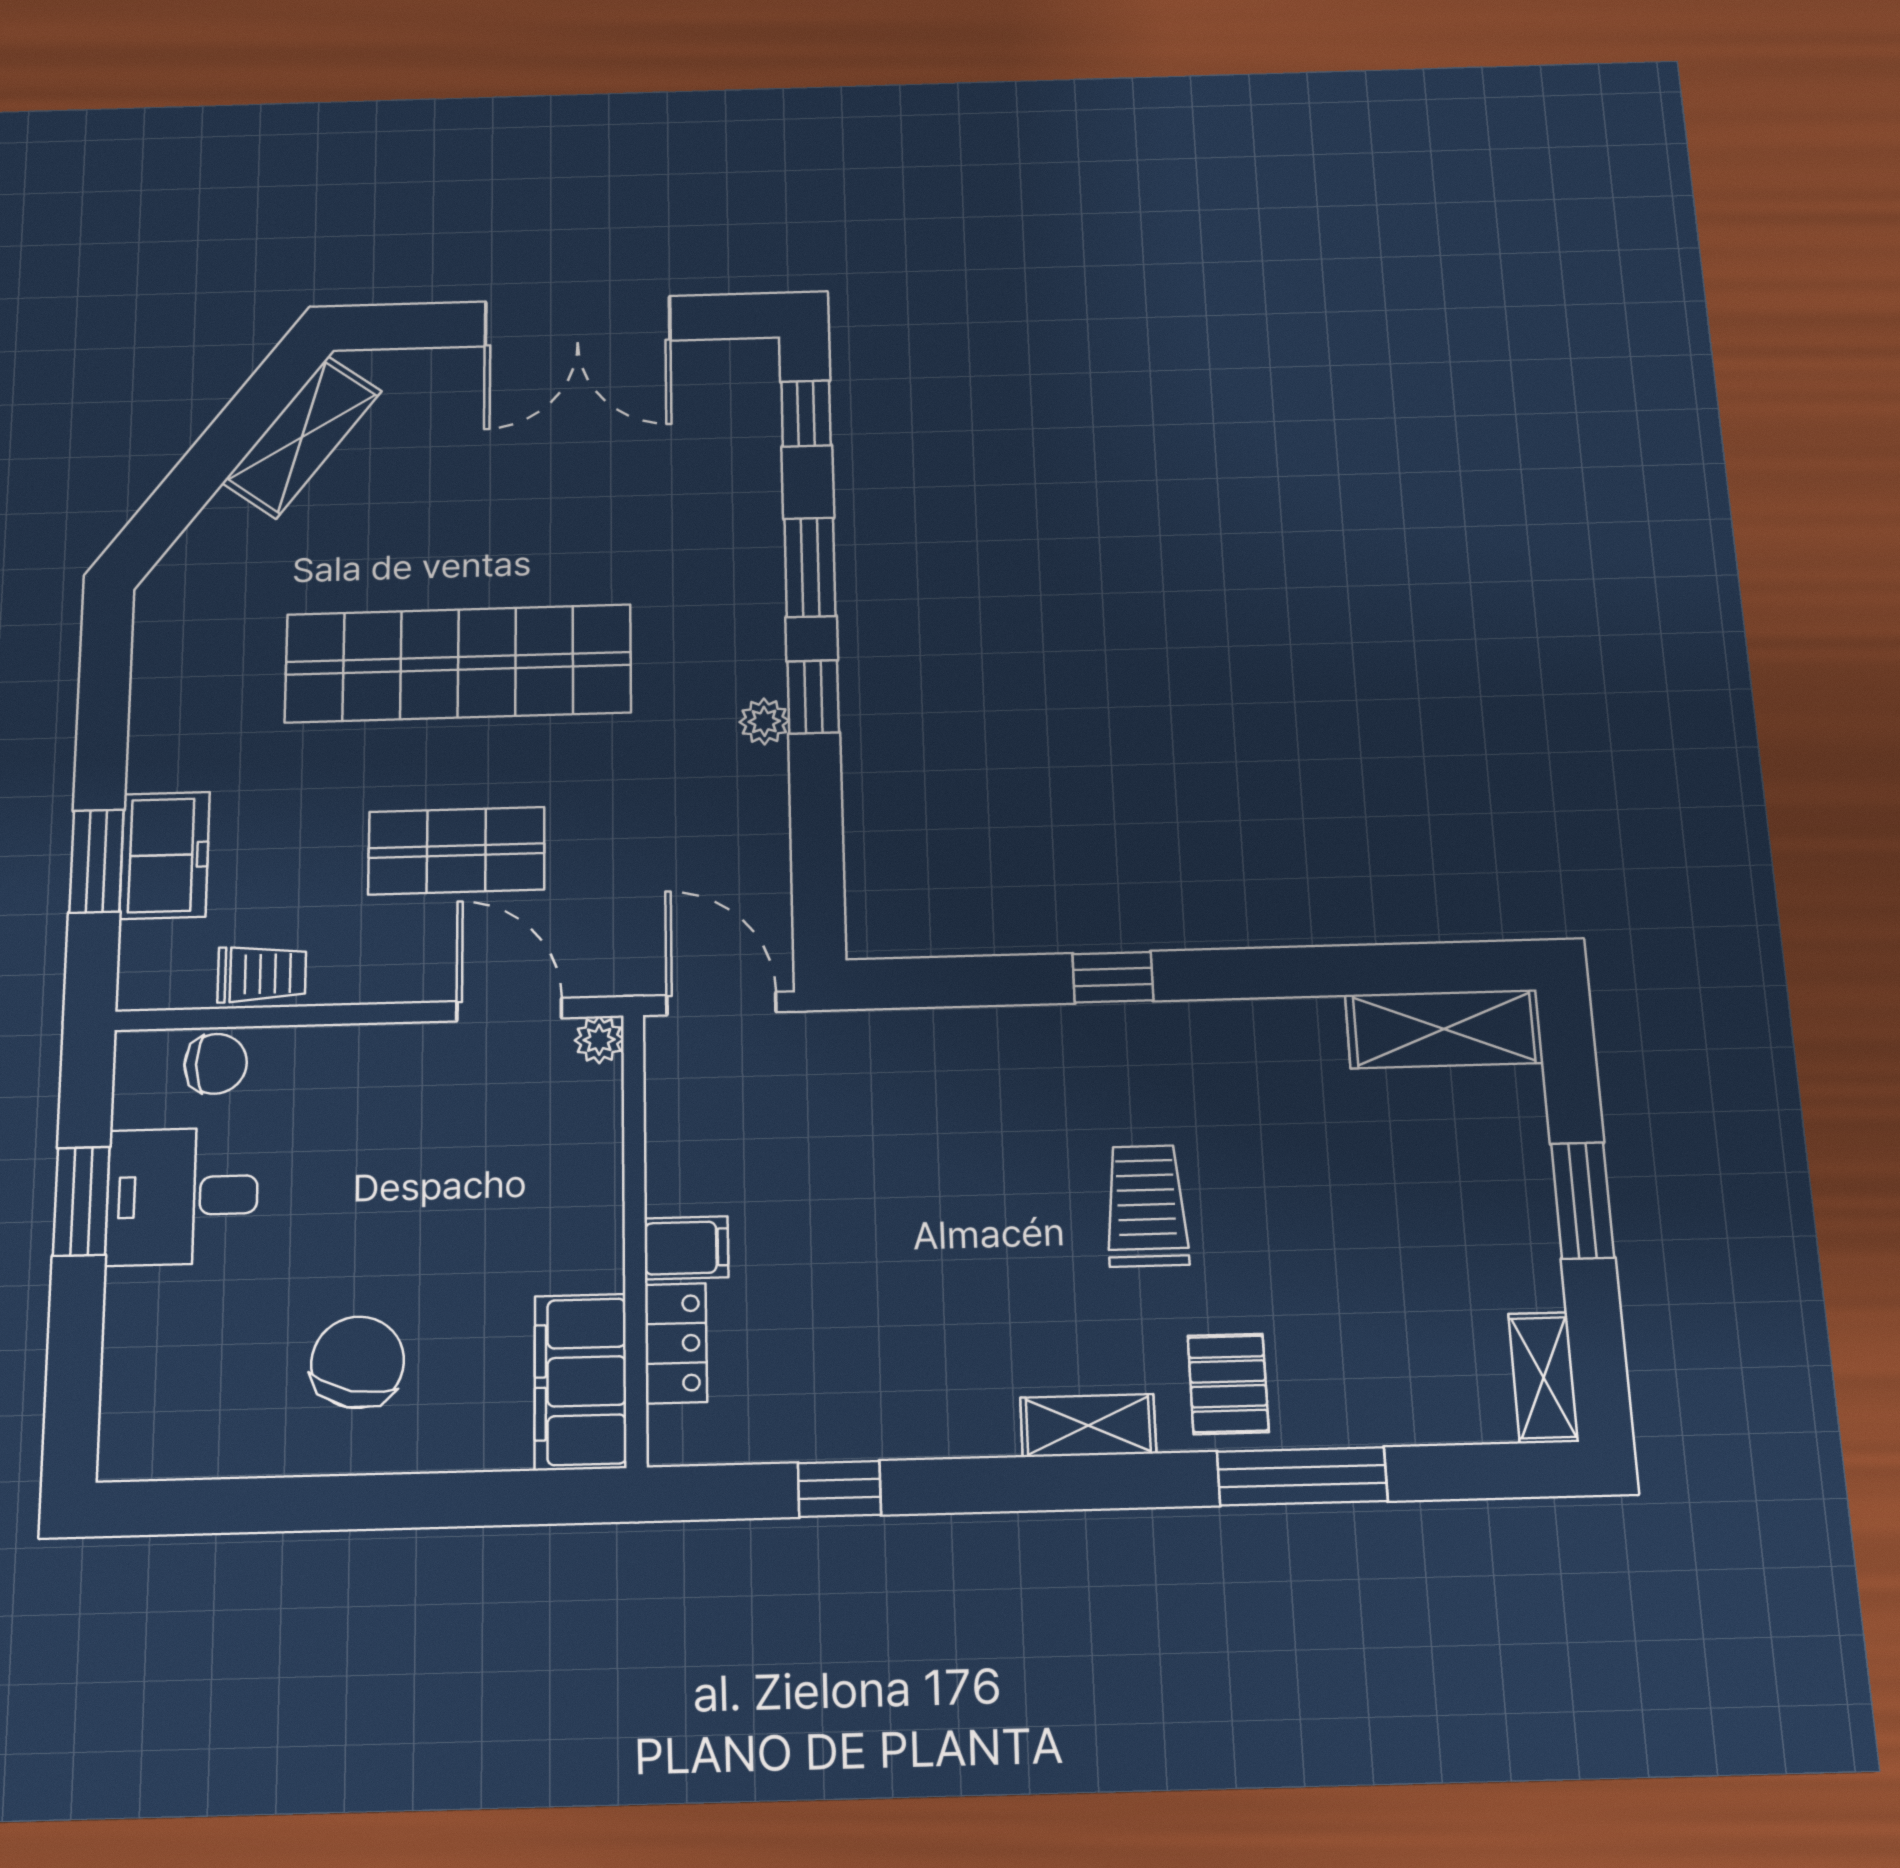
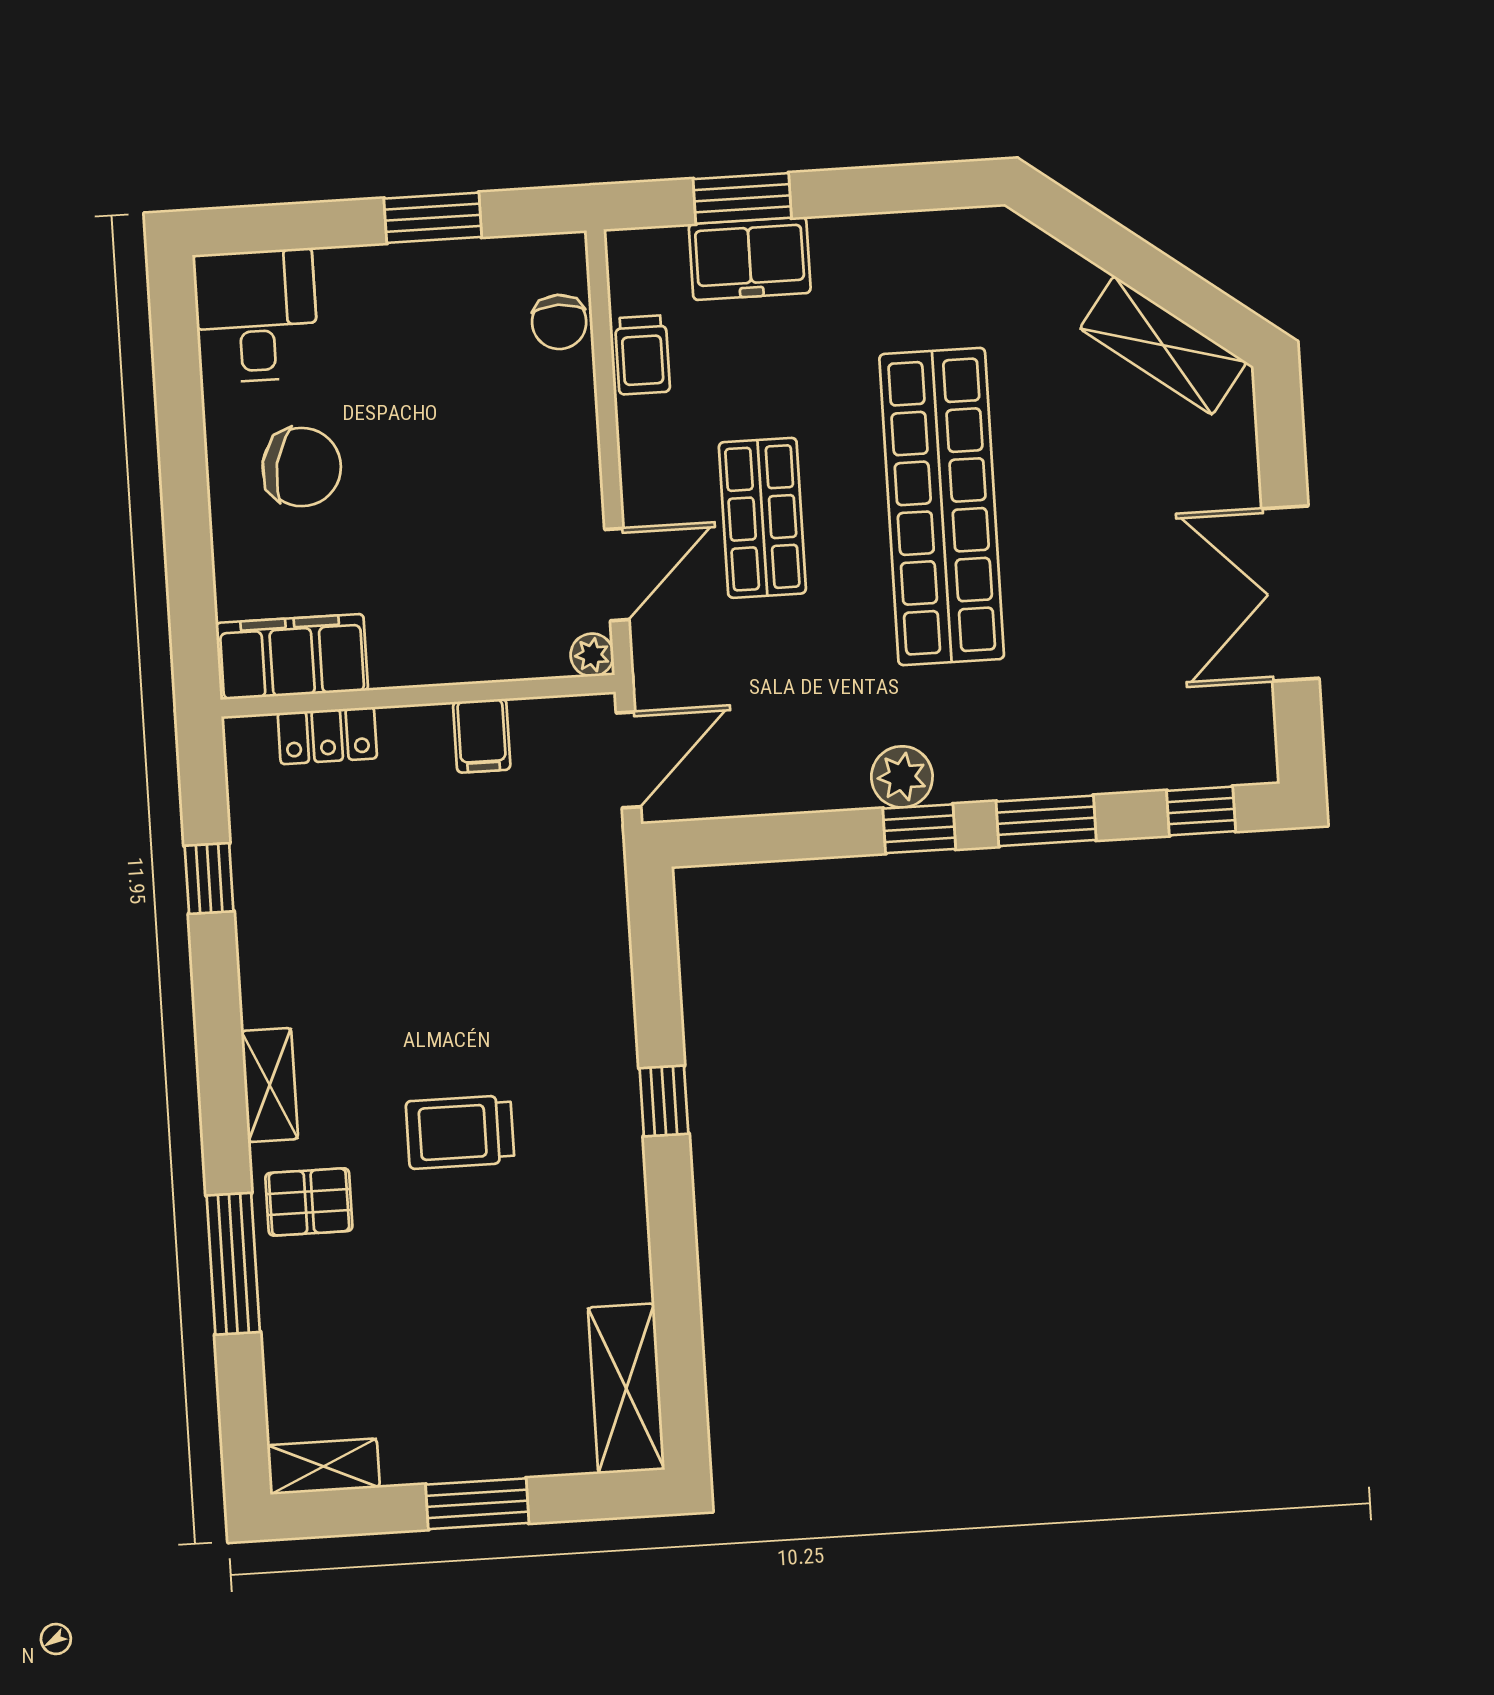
plant: (764, 721) -> (902, 777), width x1.38, depth x1.38
desk: (182, 1196) -> (256, 316), moved
trolley: (1146, 1206) -> (460, 1132), turned 180
filing cabinet: (686, 1248) -> (482, 736), moved

